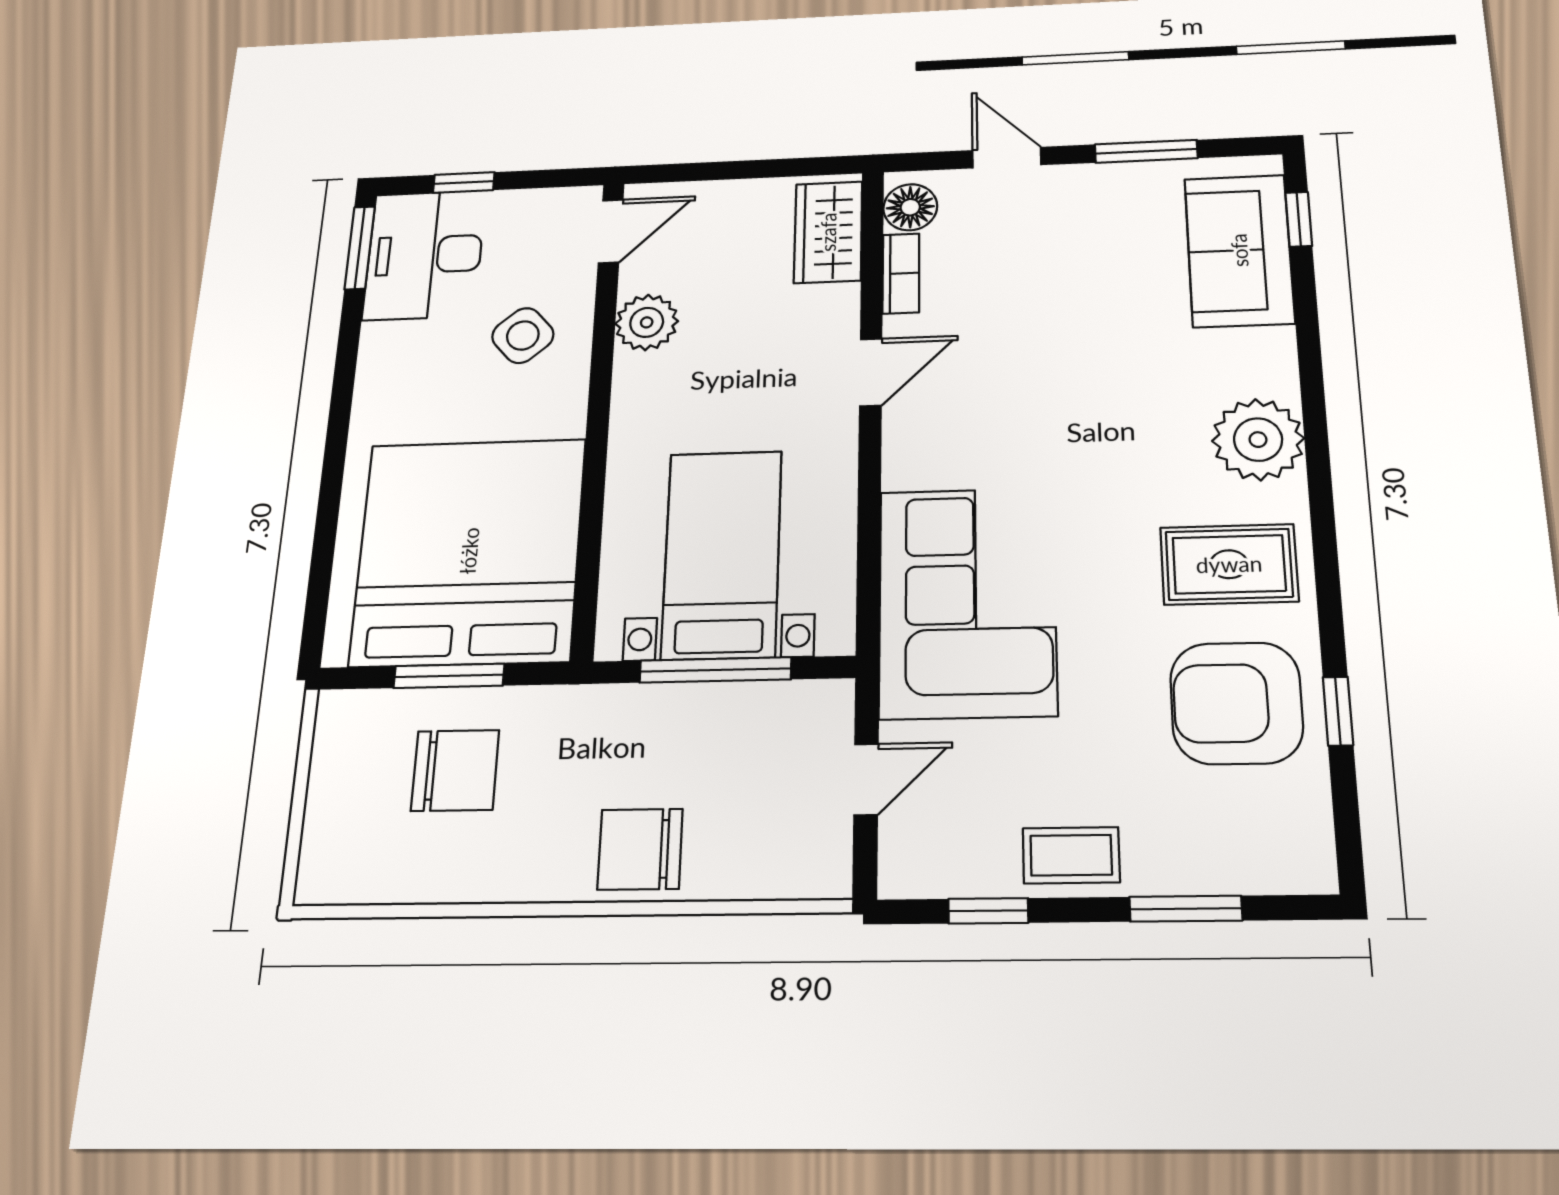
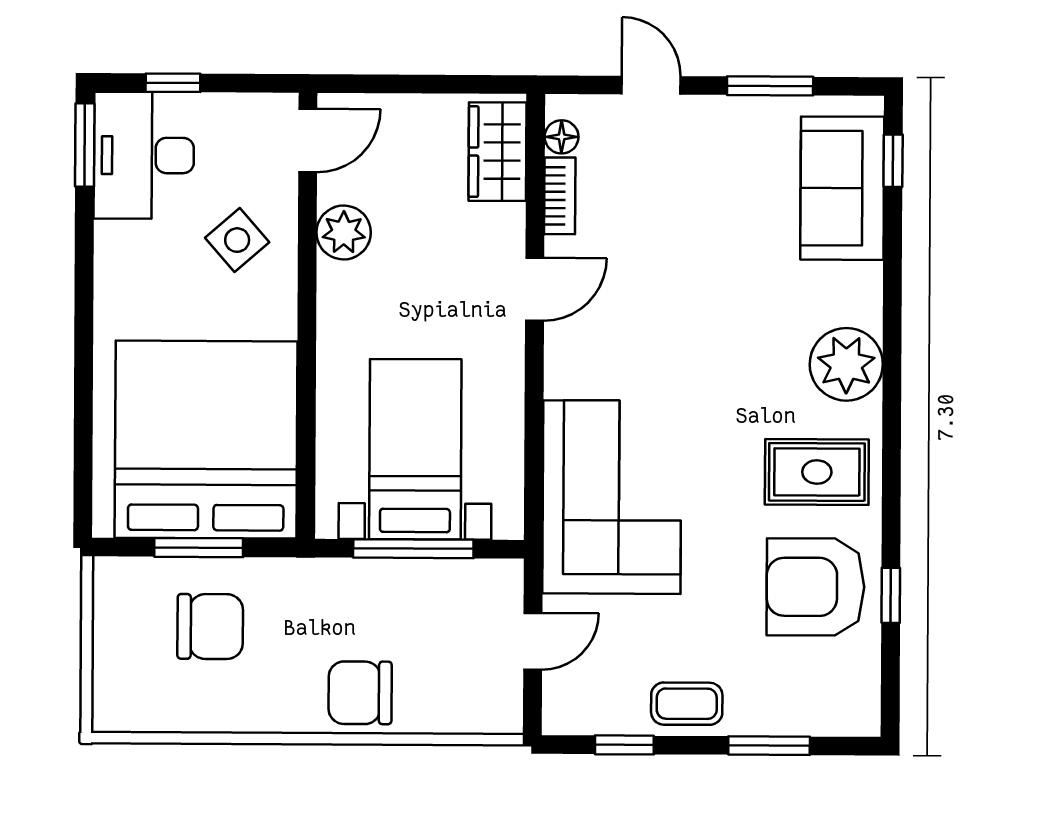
floor lamp: (910, 207) -> (562, 137), width x0.73, depth x0.73

